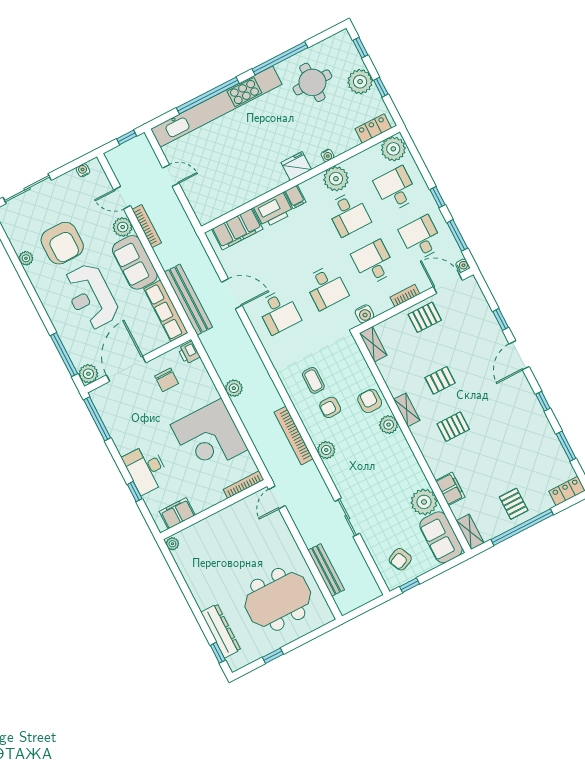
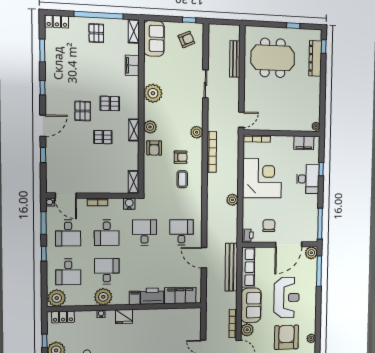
pallet: (425, 317) -> (83, 111), moved, turned 90
plant: (424, 502) -> (153, 93), moved

